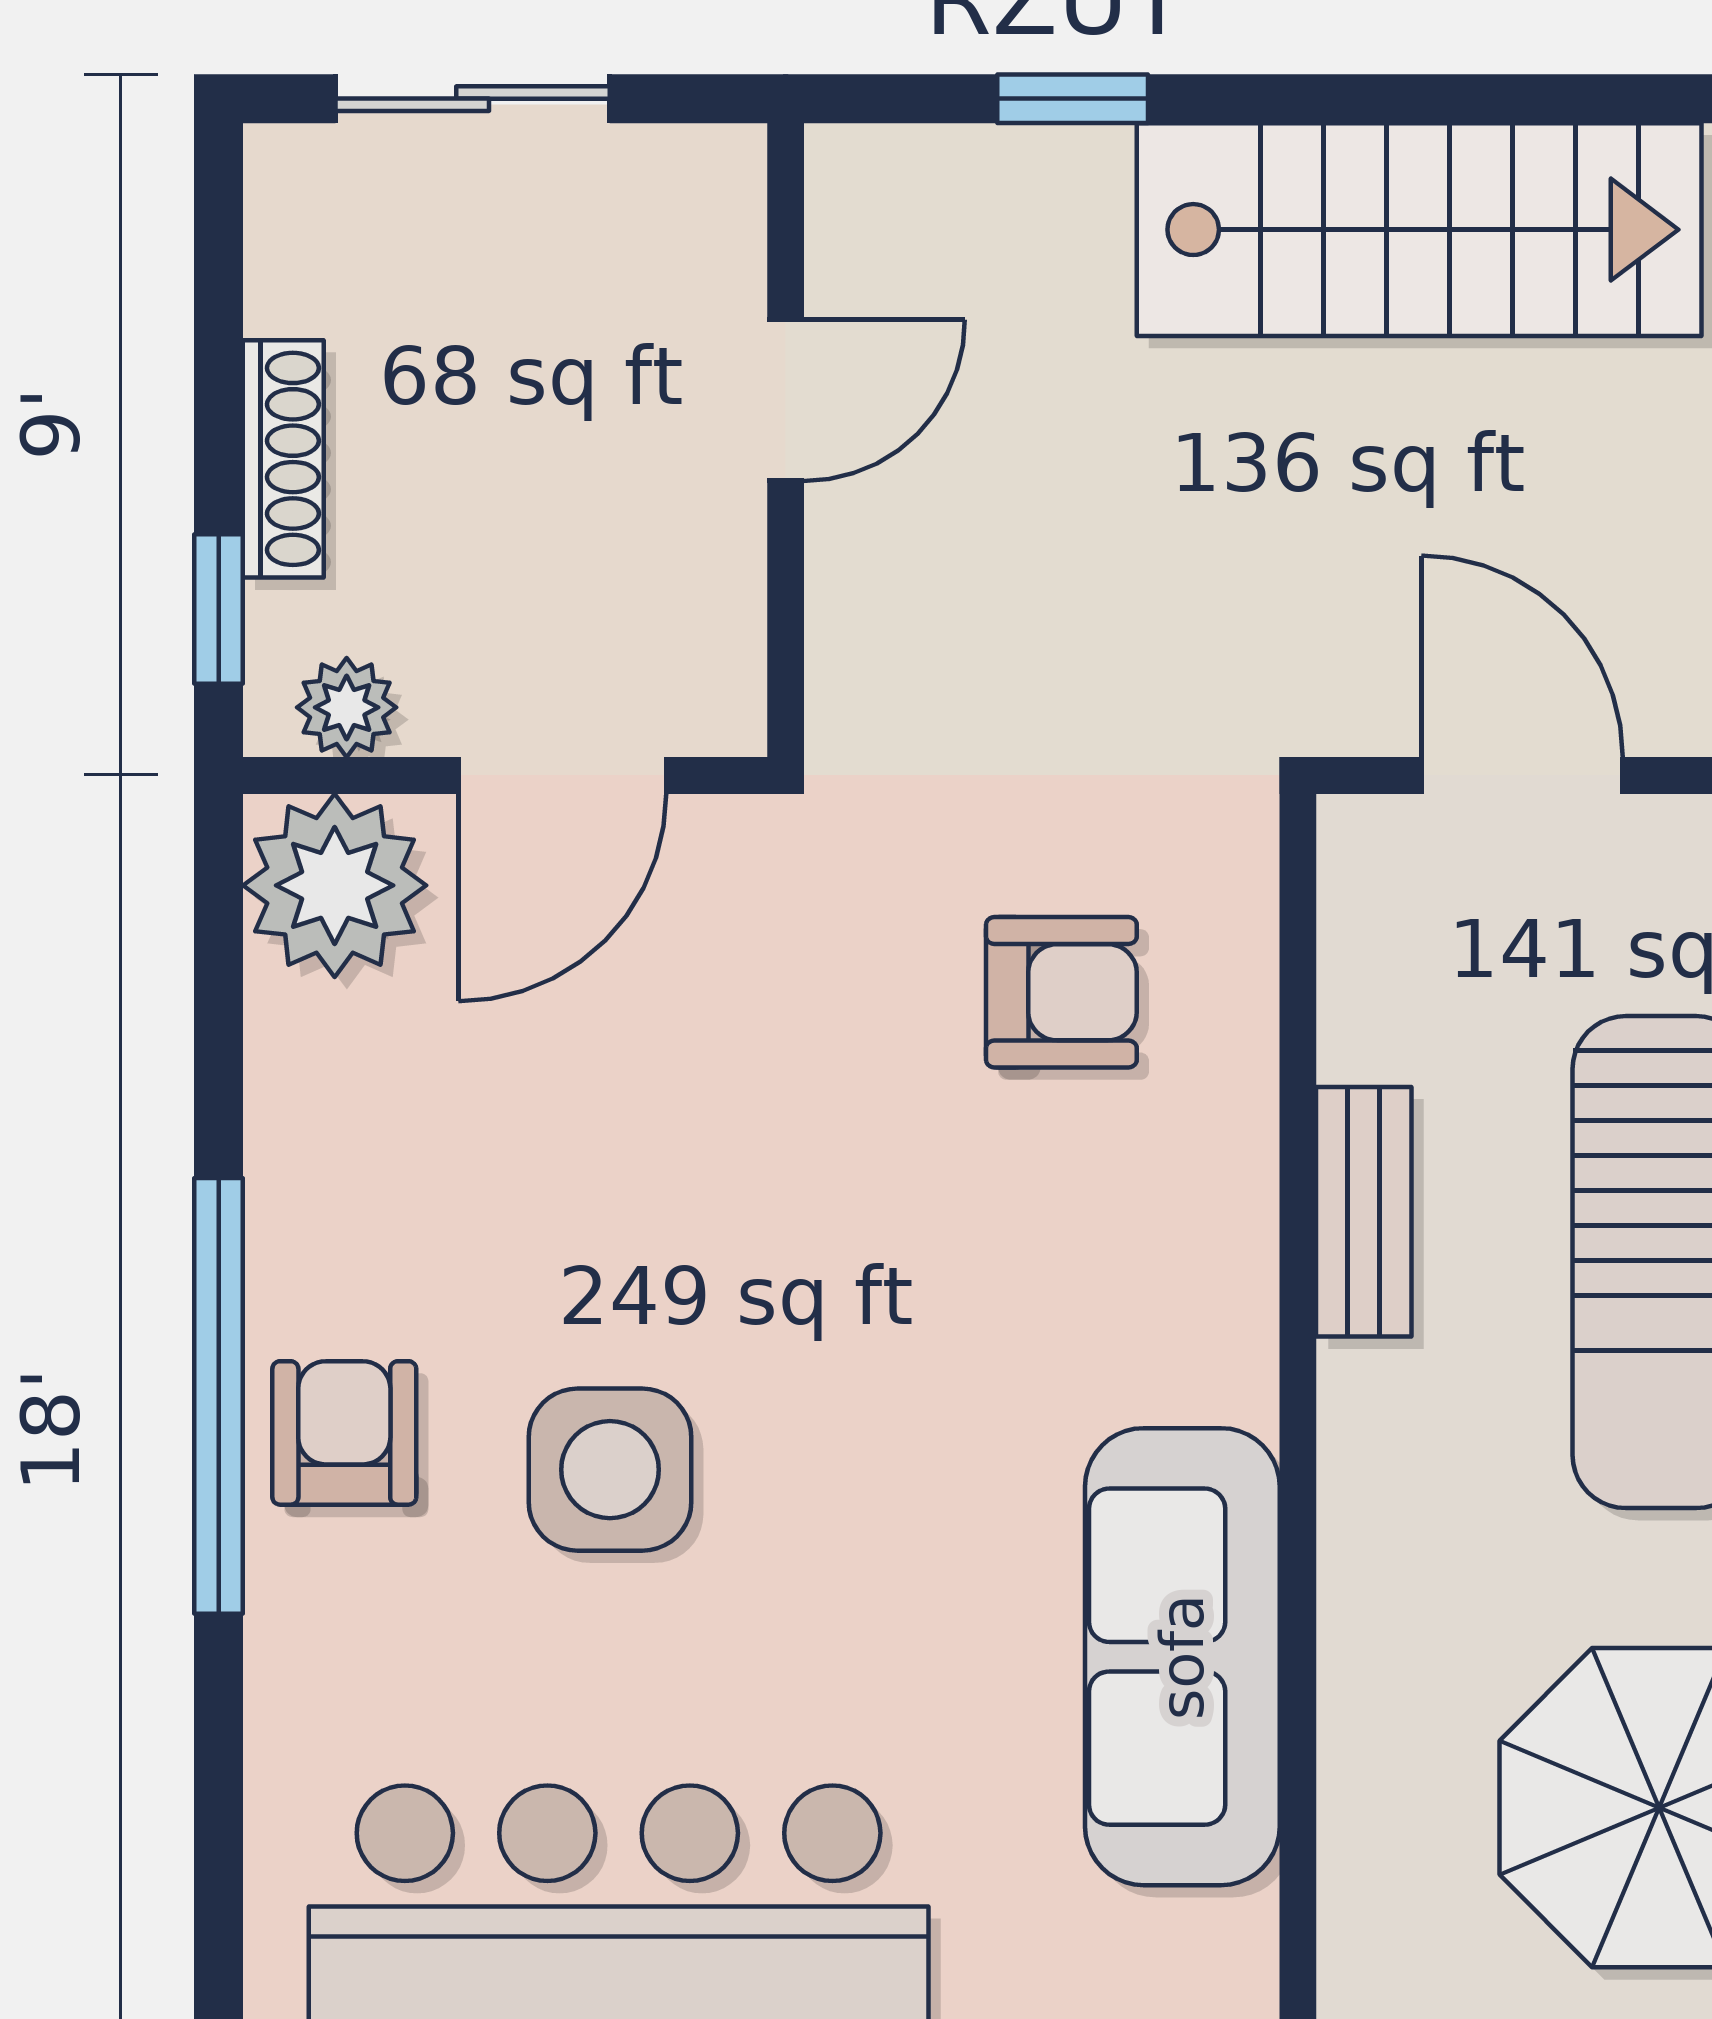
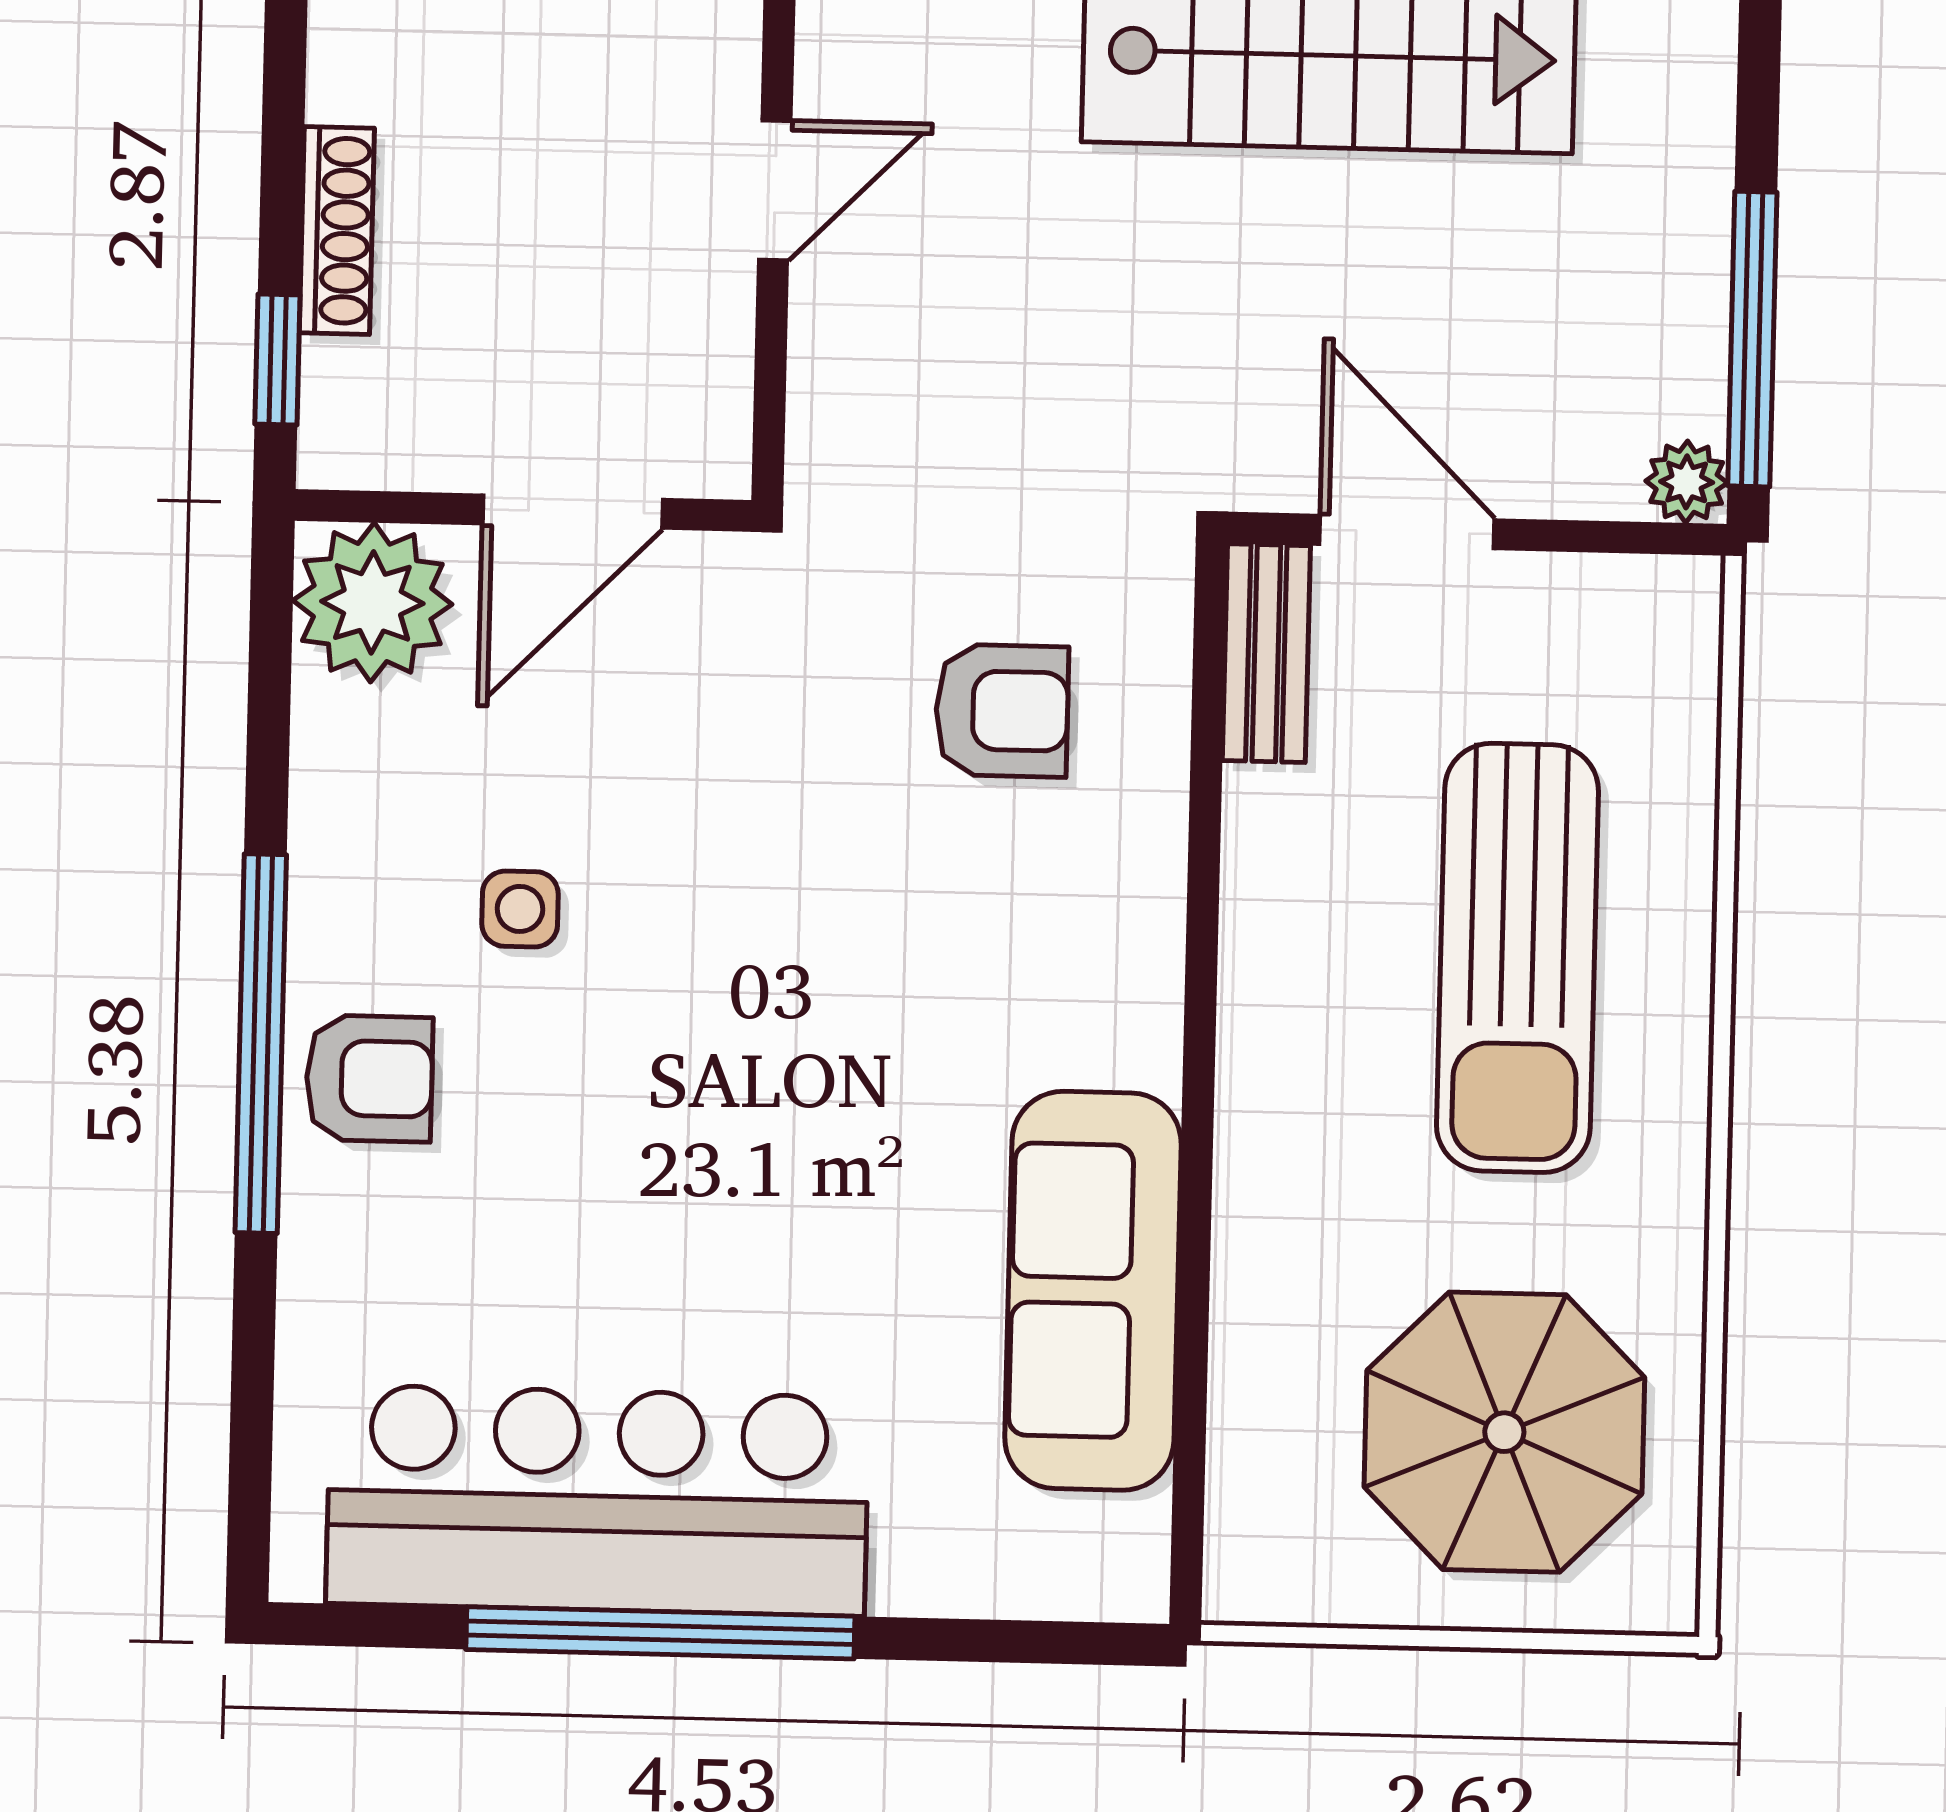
plant: (347, 707) -> (387, 448), removed
bench: (1364, 1212) -> (1266, 653), moved
armchair: (344, 1433) -> (369, 1079), turned 90
side table: (610, 1470) -> (520, 909), moved, width x0.54, depth x0.54

